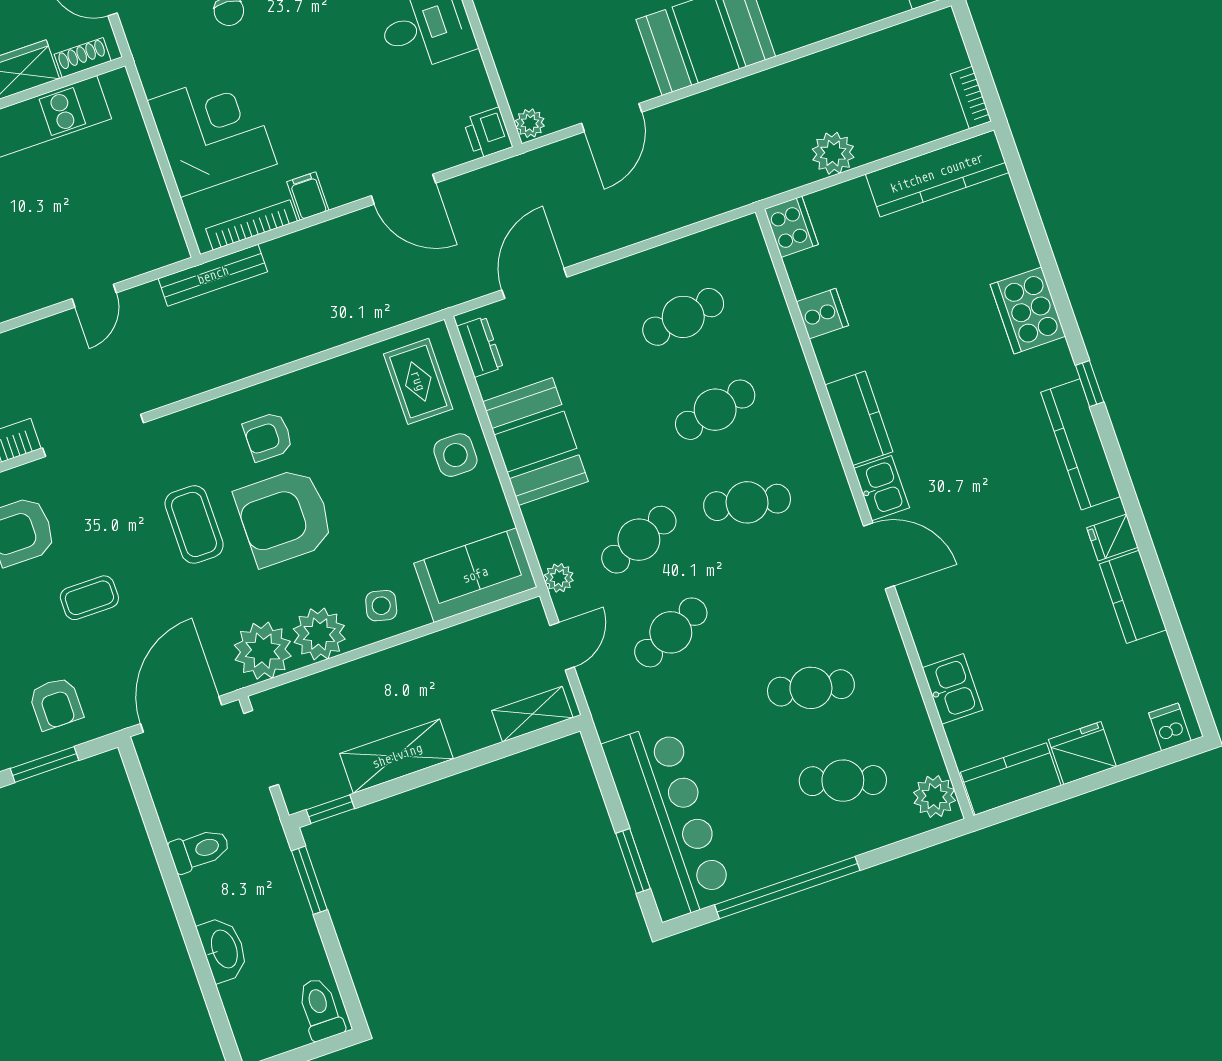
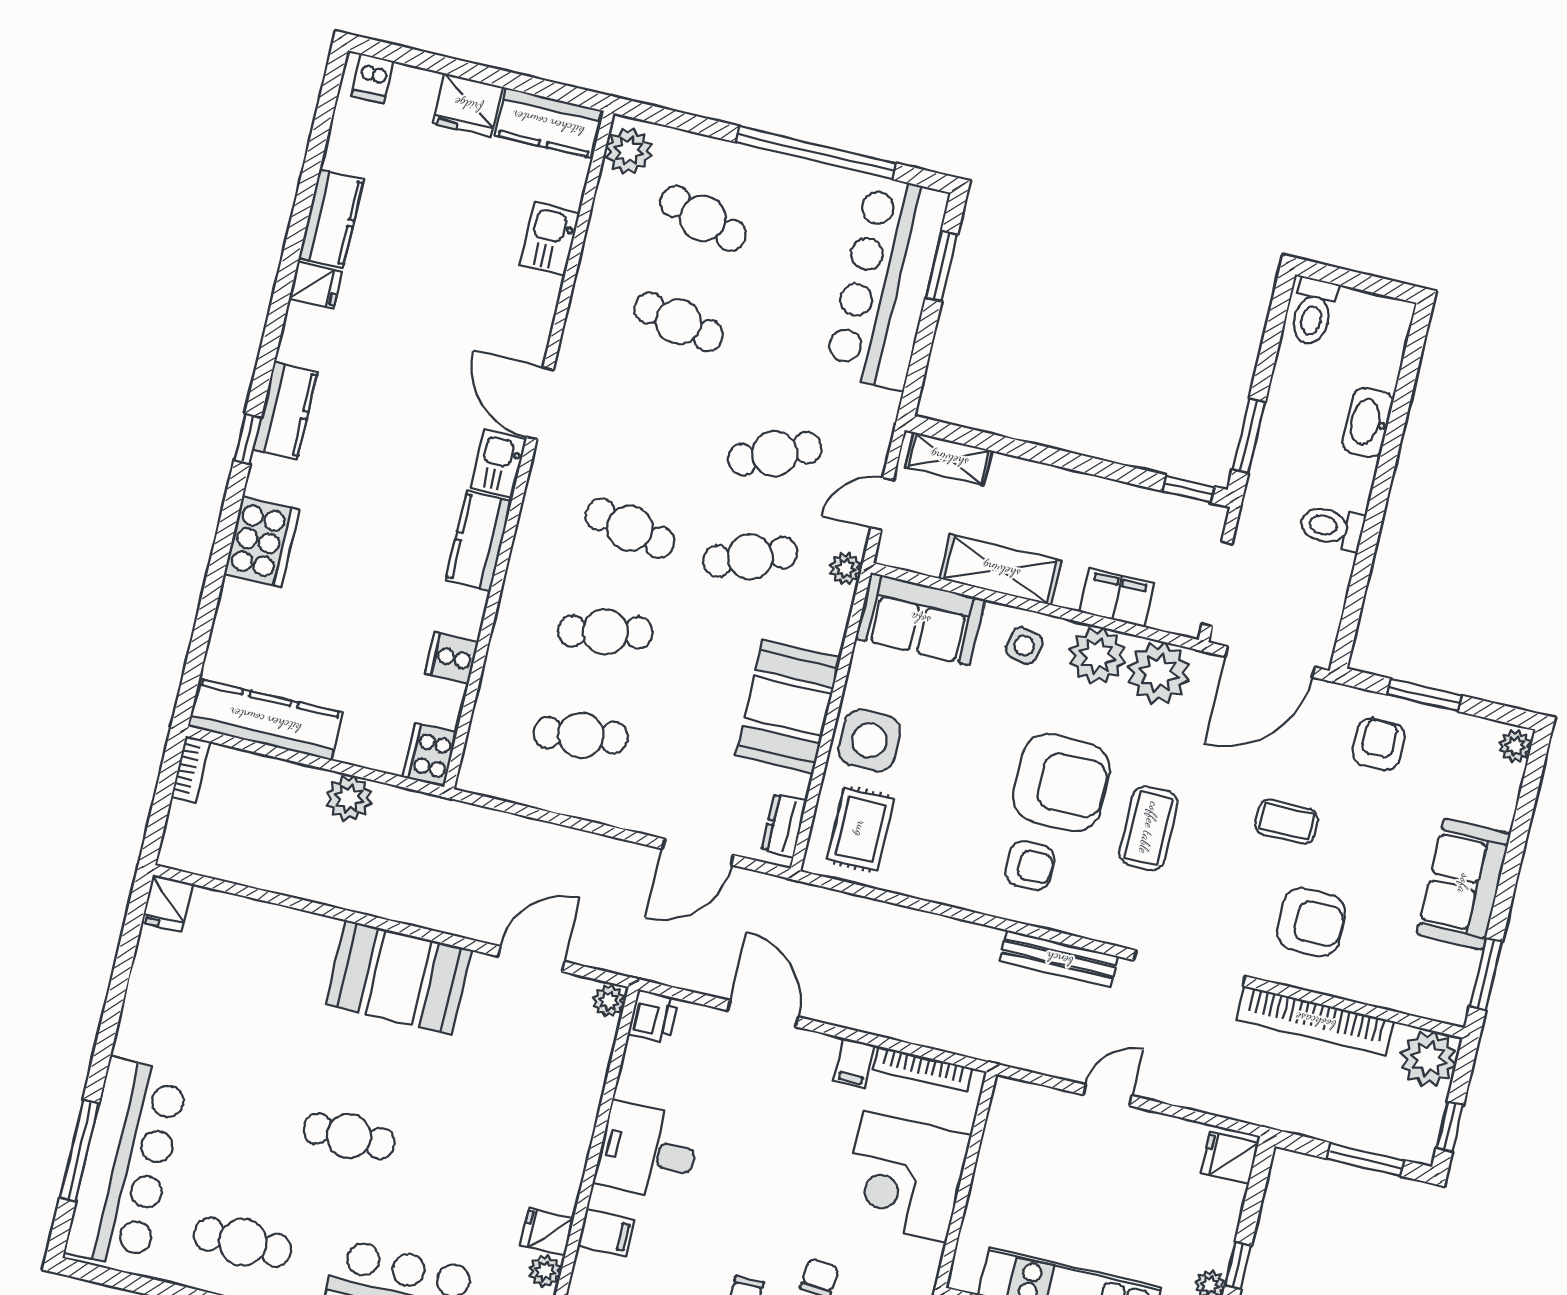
bench: (213, 275) -> (1059, 959), moved
kitchen counter: (1081, 444) -> (286, 411), width x0.67
side table: (455, 455) -> (869, 740), width x1.37, depth x1.37
filing cabinet: (333, 689) -> (1117, 598), added
shelving: (397, 756) -> (1001, 570), moved

